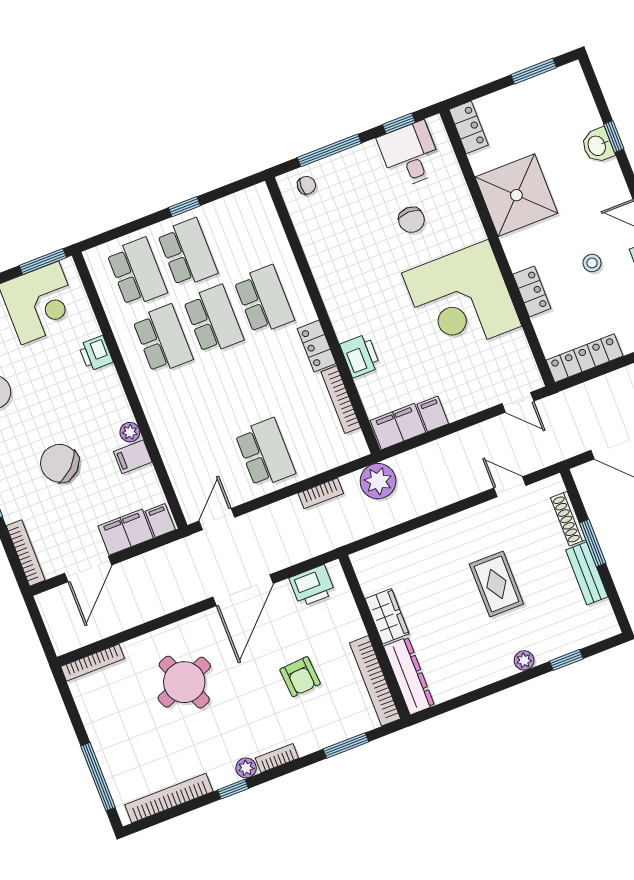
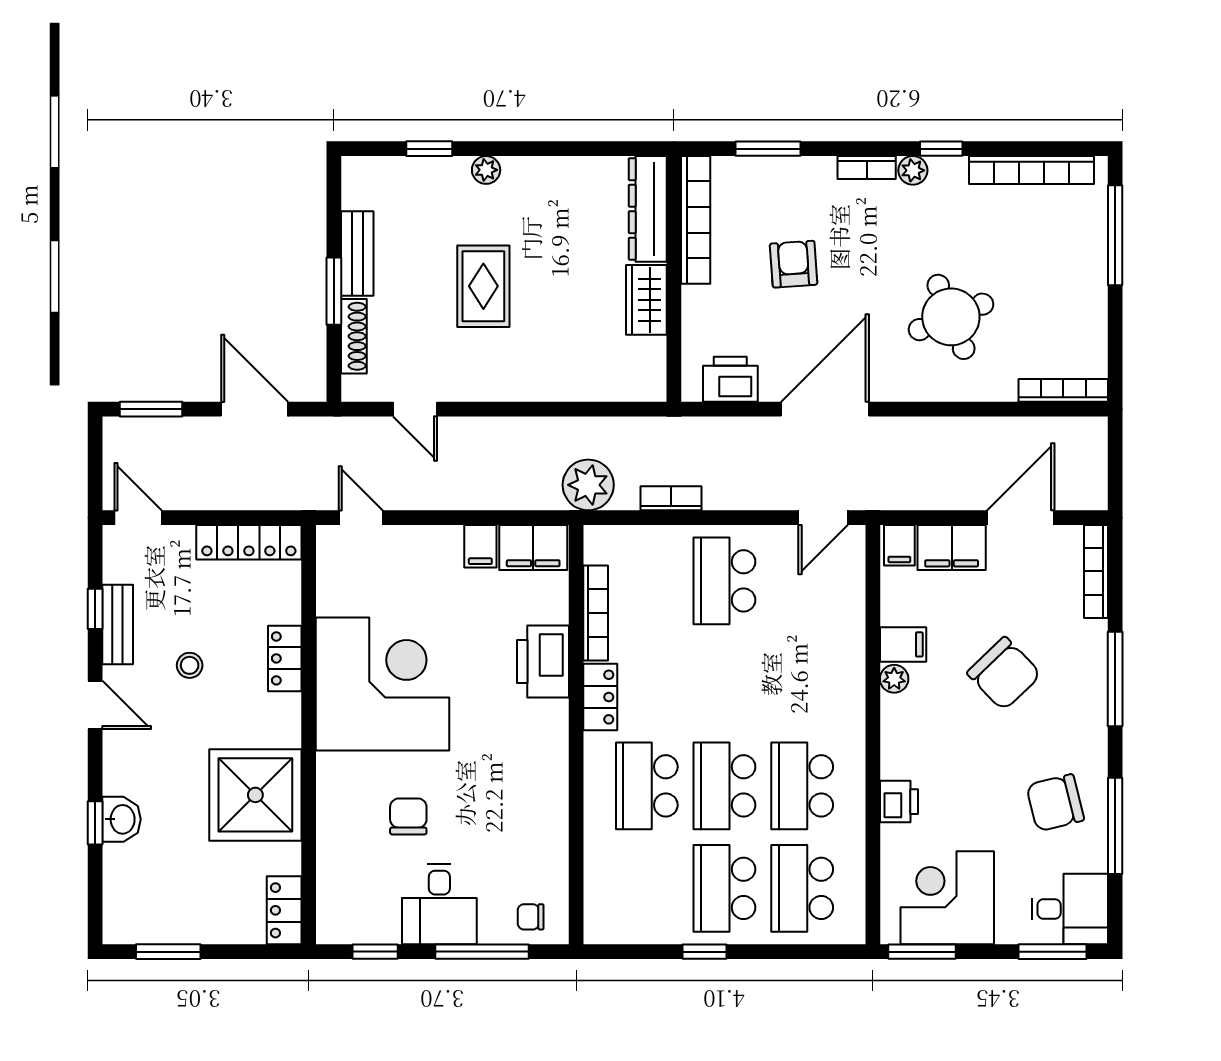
desk: (410, 155) -> (439, 904), moved
printer: (360, 356) -> (543, 662), width x1.37, depth x1.19

